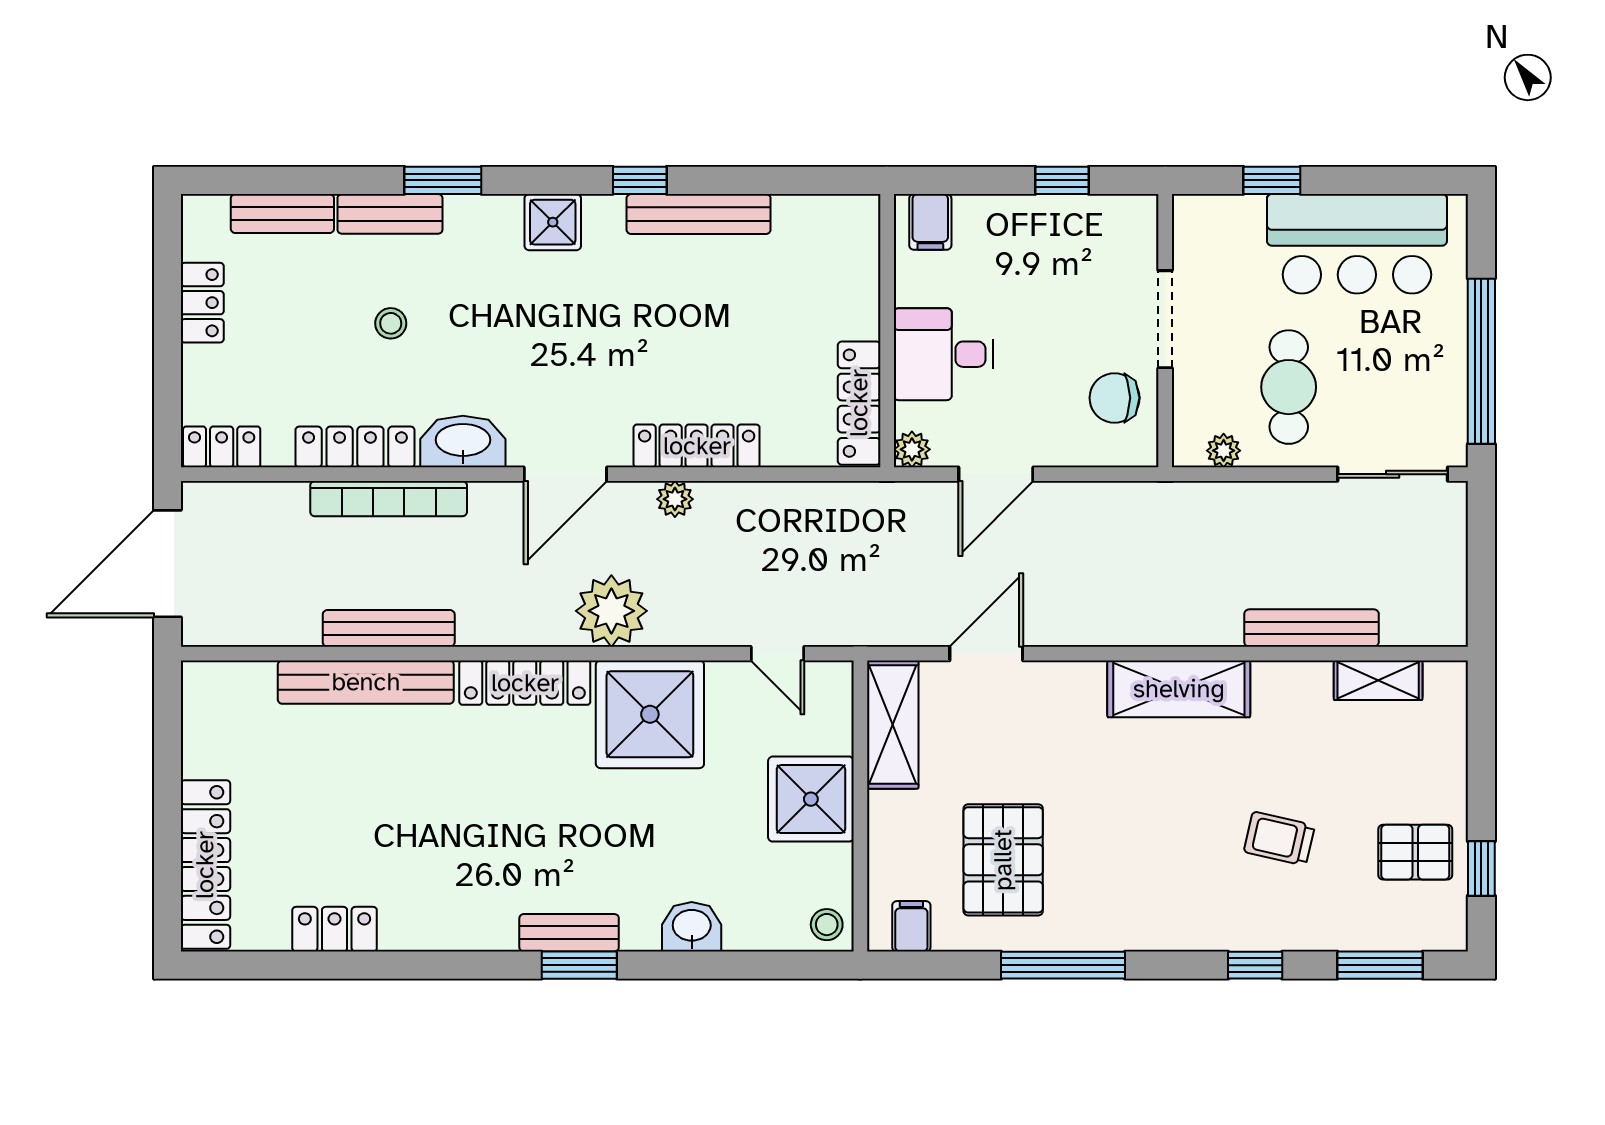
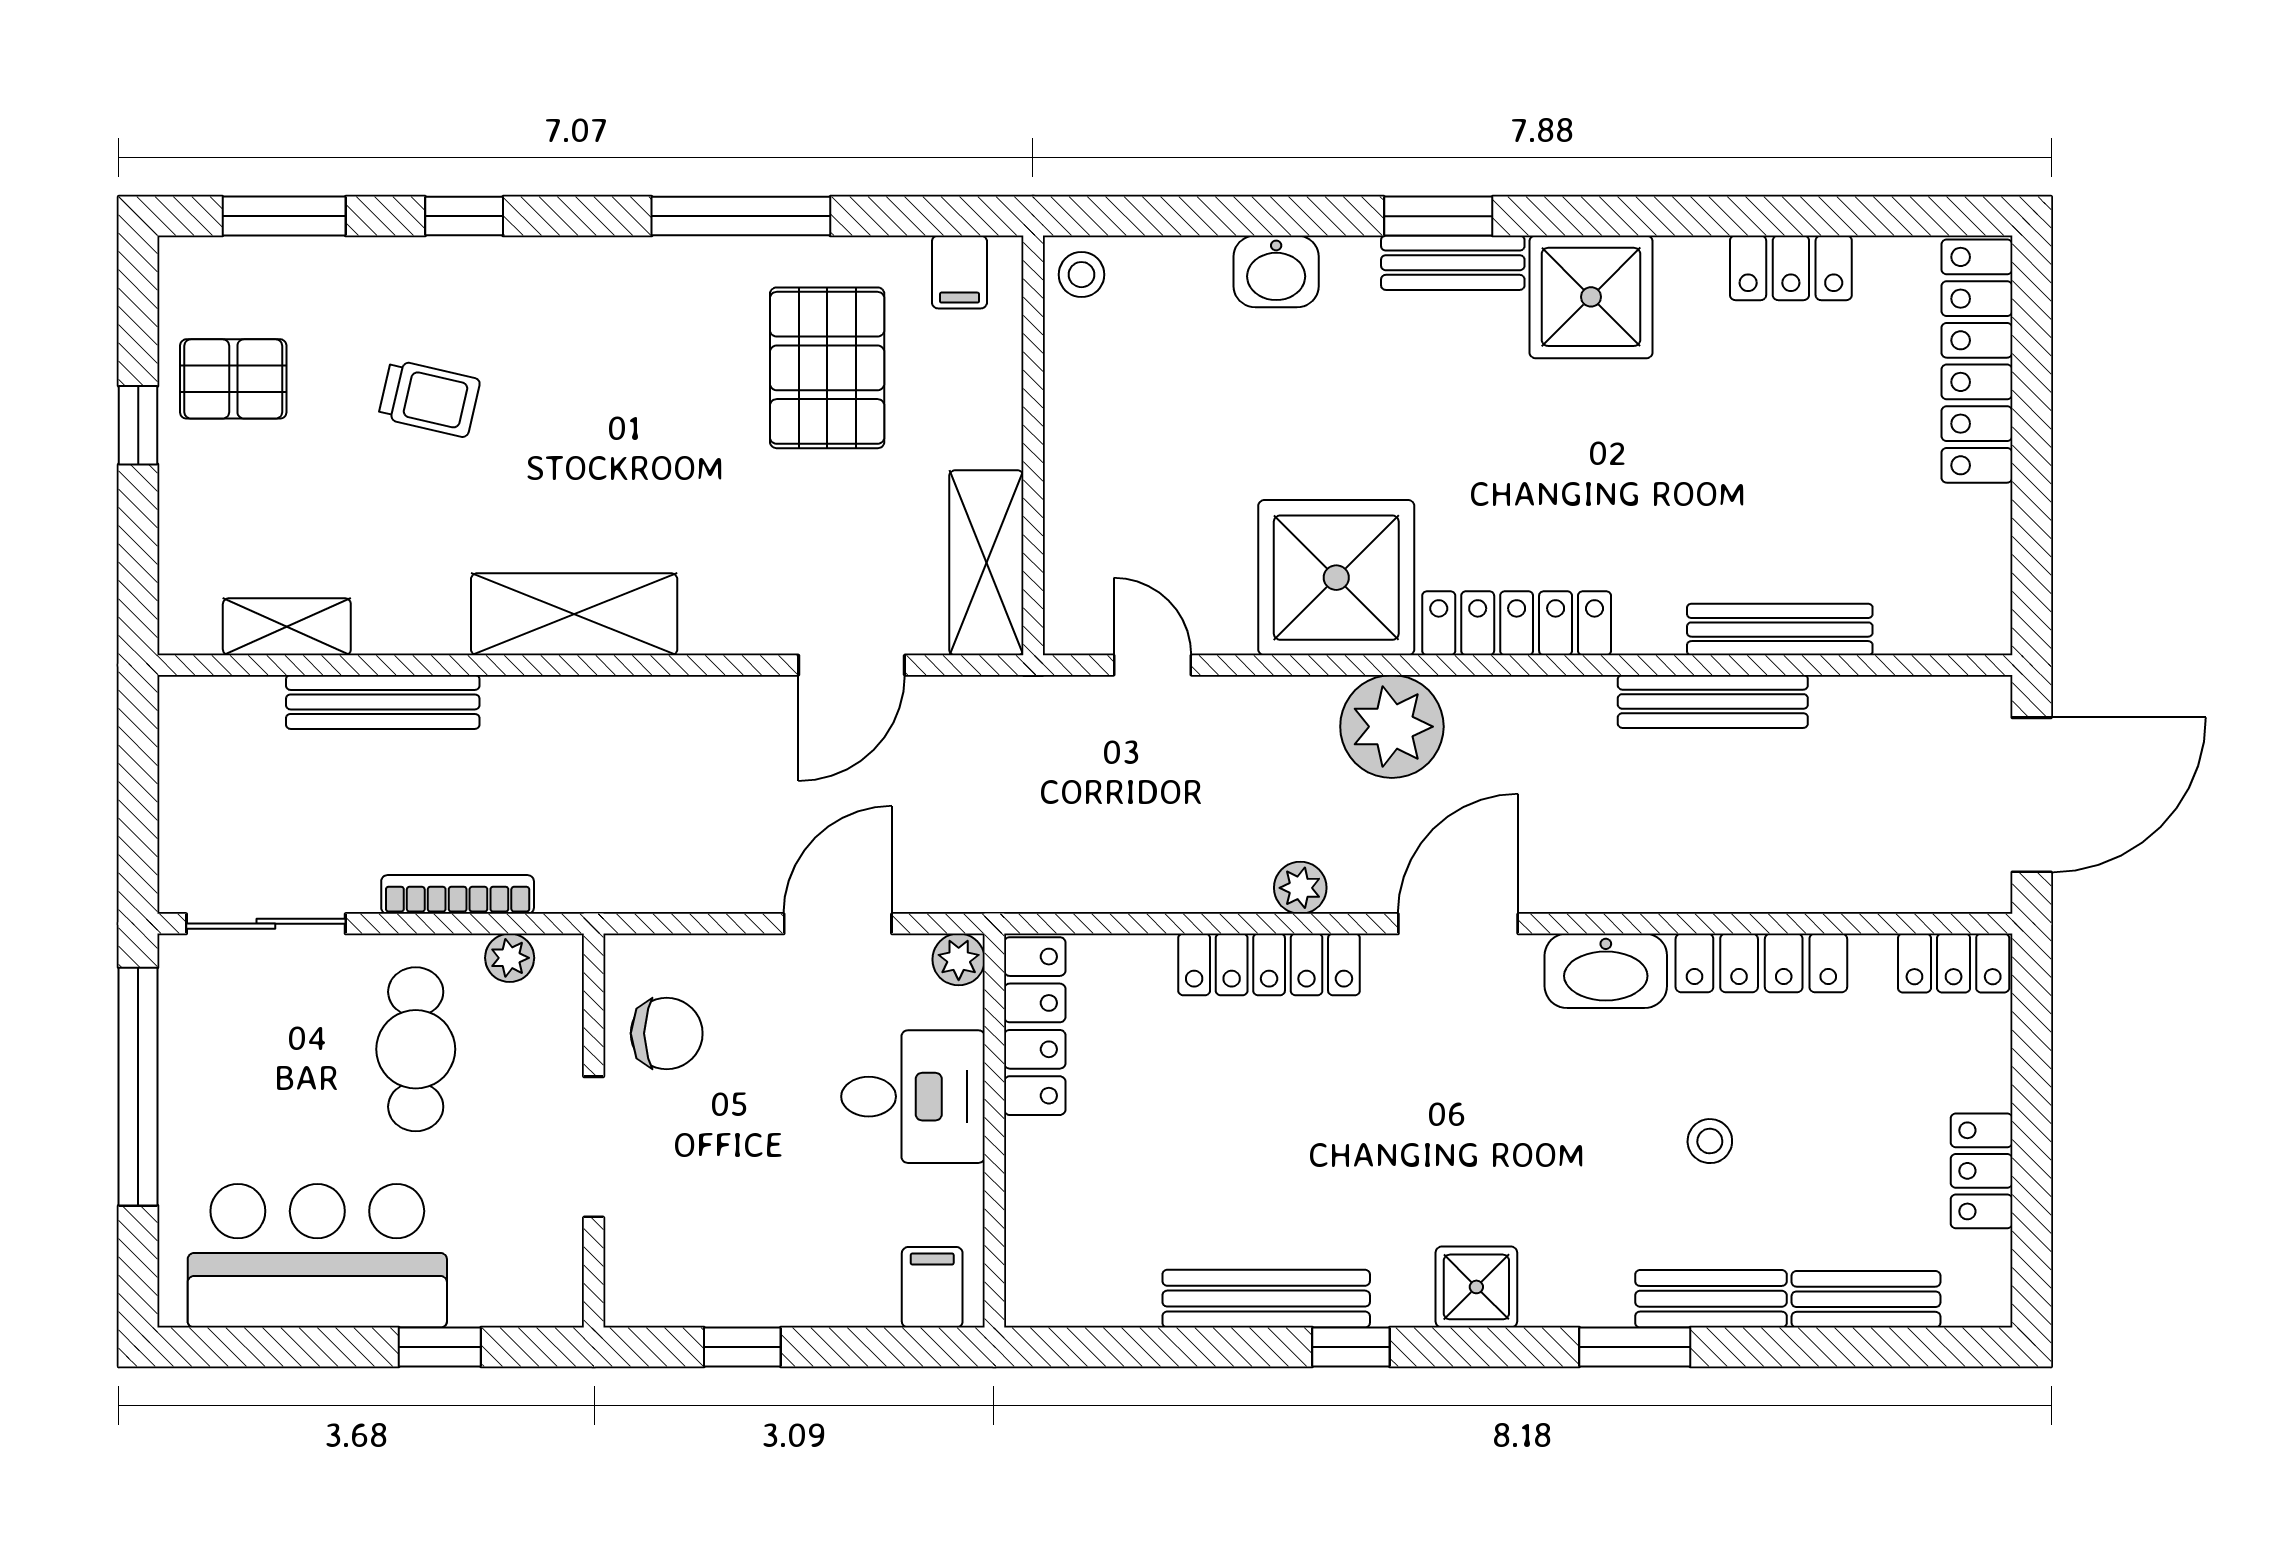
bookcase: (389, 499) -> (458, 894), moved, width x0.68, depth x0.76
bench: (366, 682) -> (1780, 630), width x0.73, depth x0.82
shower: (811, 799) -> (1591, 297), moved
window: (1481, 869) -> (138, 425), moved

